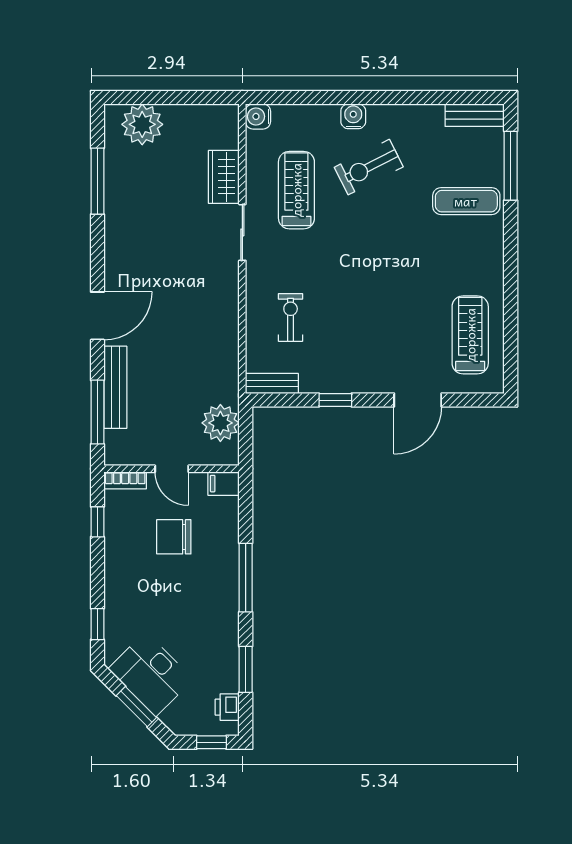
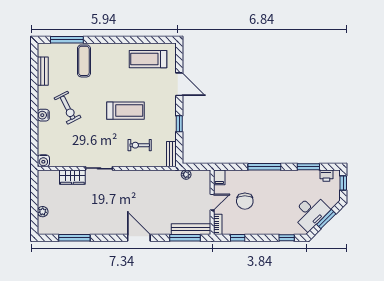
bench: (475, 115) -> (43, 71), moved
plant: (142, 124) -> (43, 212), width x0.53, depth x0.53
treadmill: (296, 190) -> (126, 111), moved, turned 180
bench: (115, 387) -> (191, 229), moved
plant: (220, 423) -> (186, 175), width x0.53, depth x0.53

